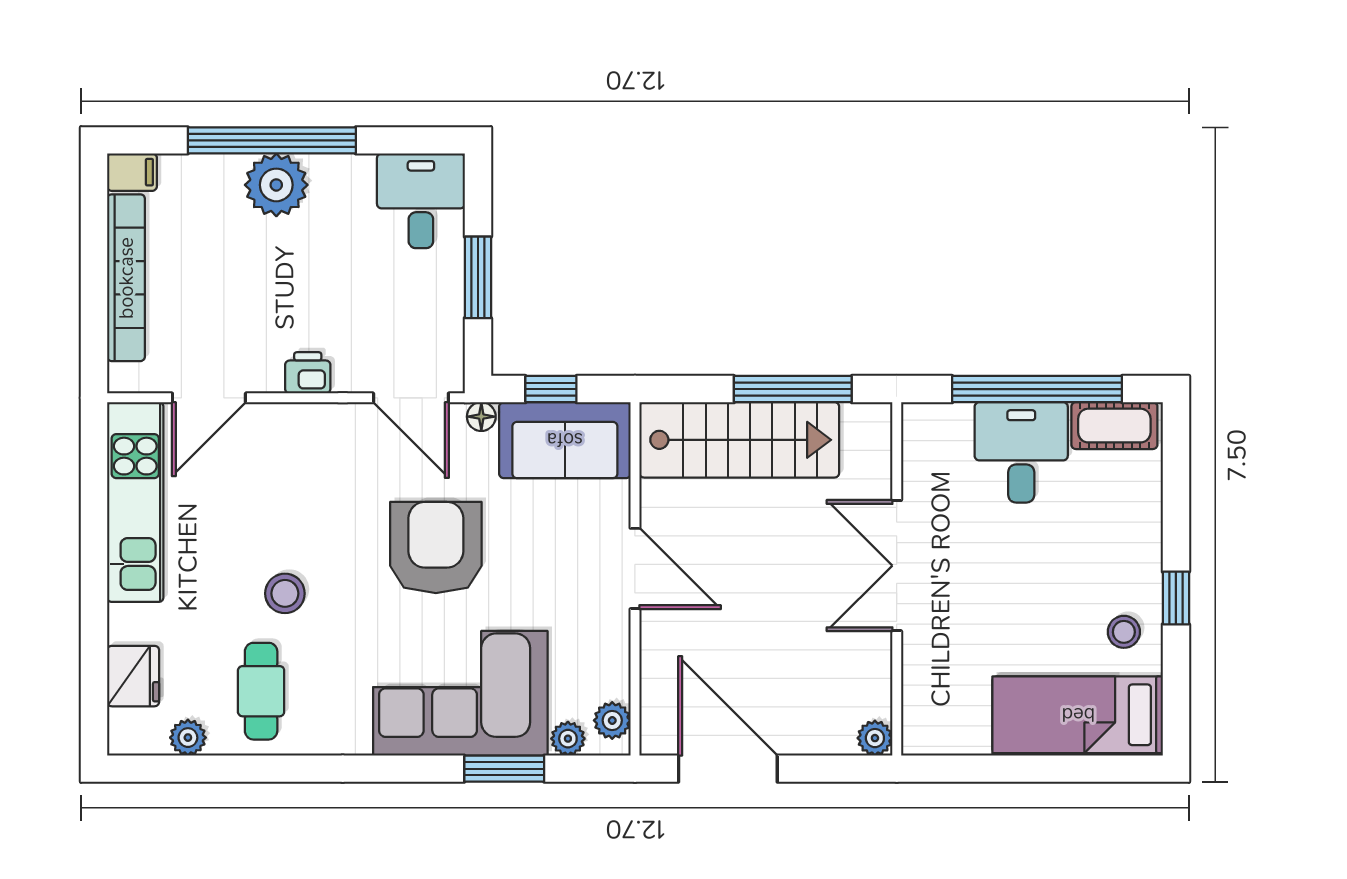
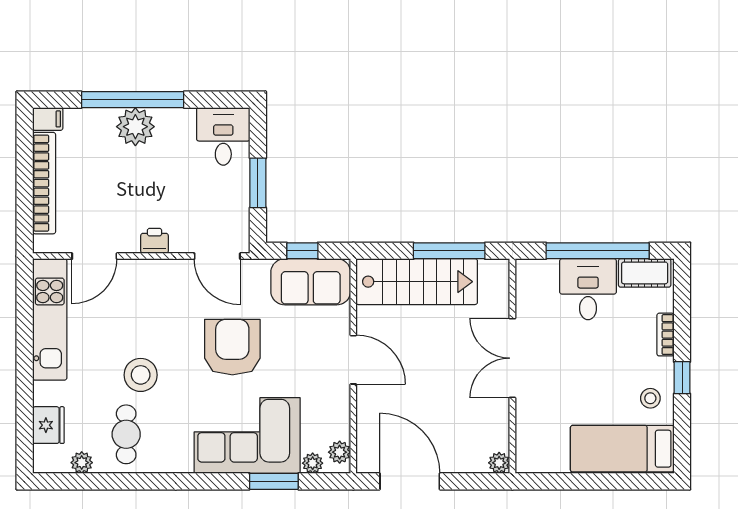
floor lamp: (481, 417) -> (260, 267), removed
bookcase: (1149, 527) -> (666, 335), added
stool: (285, 593) -> (141, 375), width x1.38, depth x1.38

